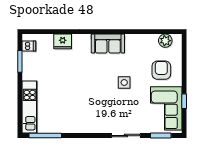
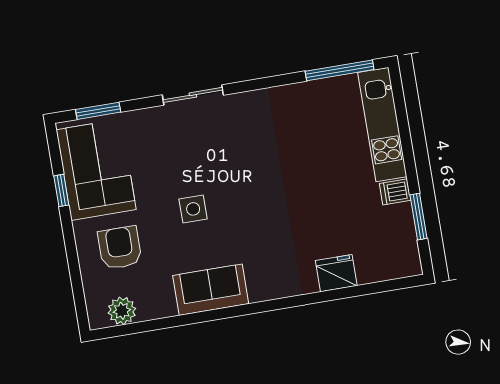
sofa: (108, 44) -> (211, 290), moved
dishwasher: (29, 46) -> (395, 192), moved
armchair: (161, 70) -> (120, 248), turned 180
sliding door: (126, 136) -> (193, 95), moved

